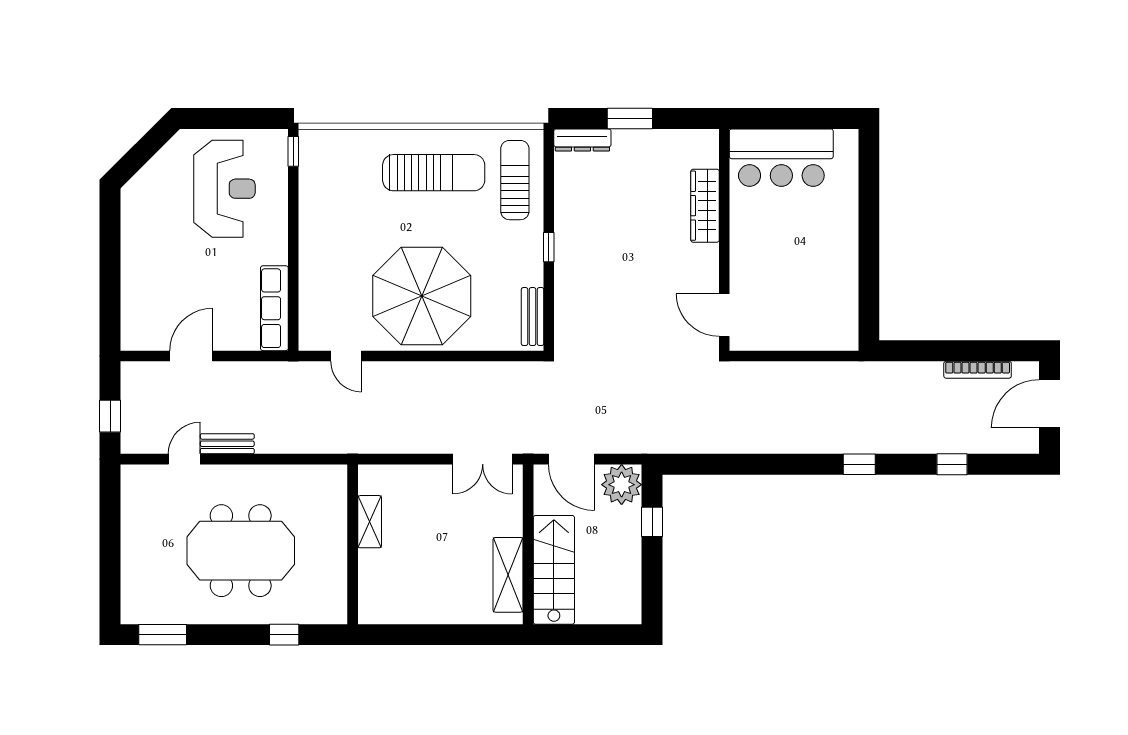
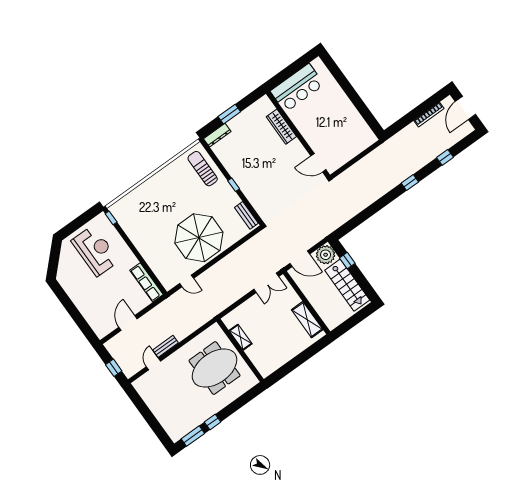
sun lounger: (434, 173) -> (170, 188), removed
meeting table: (241, 551) -> (215, 368), moved
stairs: (554, 570) -> (347, 285), moved, turned 180
window: (284, 635) -> (213, 422), moved

